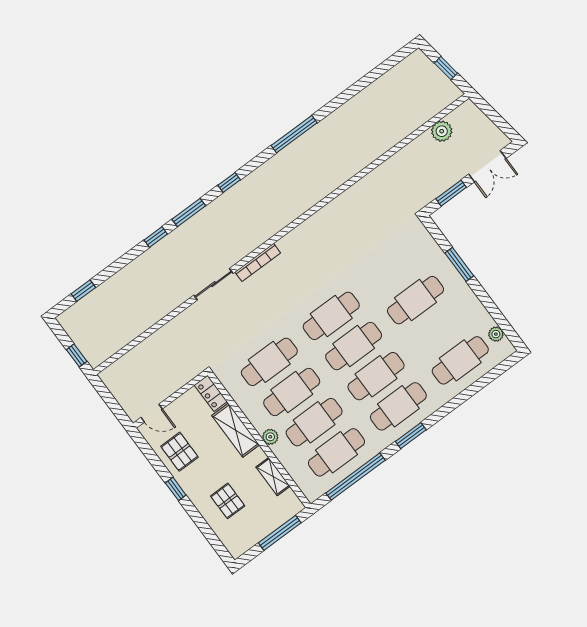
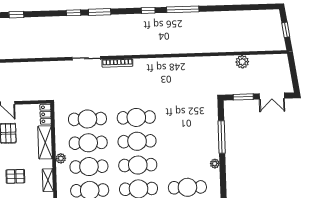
plant: (442, 131) -> (242, 62), moved
window: (229, 182) -> (148, 10), moved
window: (459, 264) -> (222, 137), width x1.44
cafe table: (415, 300) -> (186, 140), removed
plant: (496, 334) -> (215, 164), moved
pallet: (228, 501) -> (15, 176), turned 90

